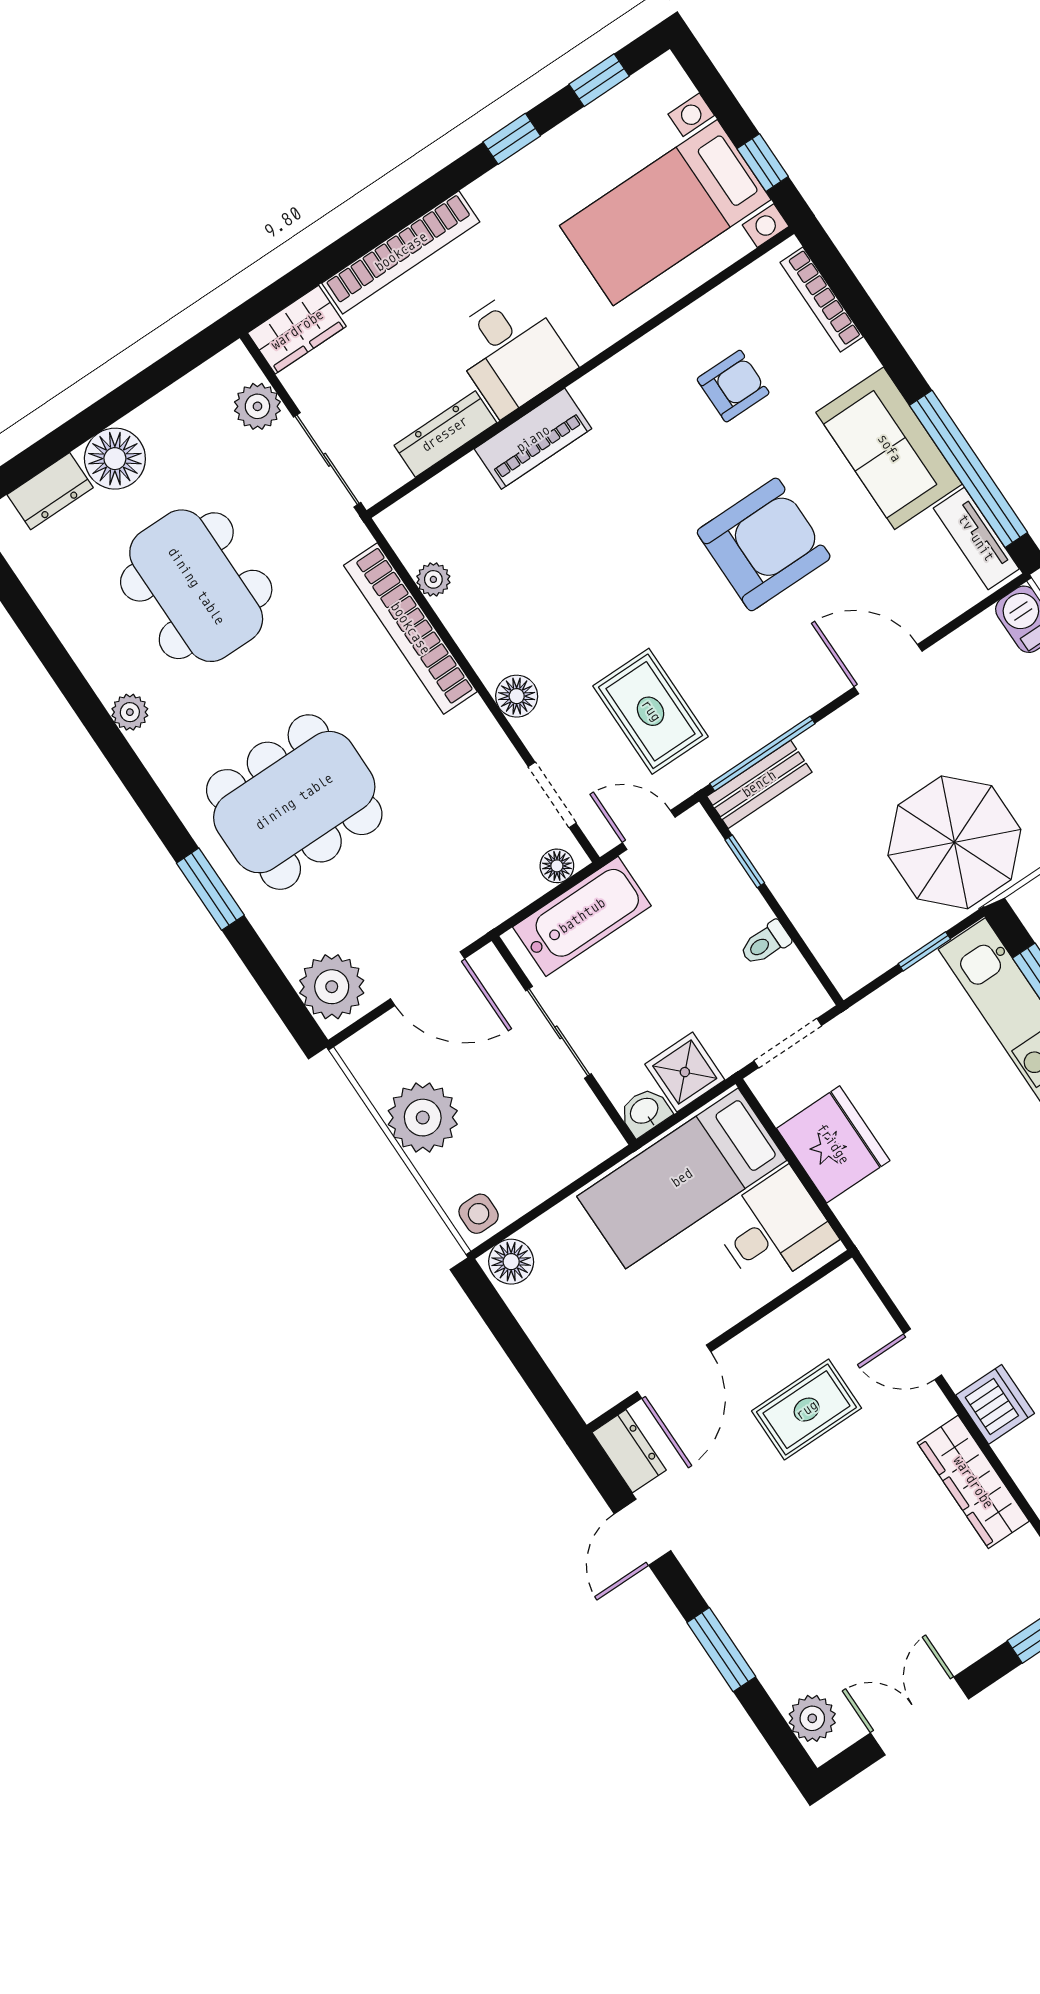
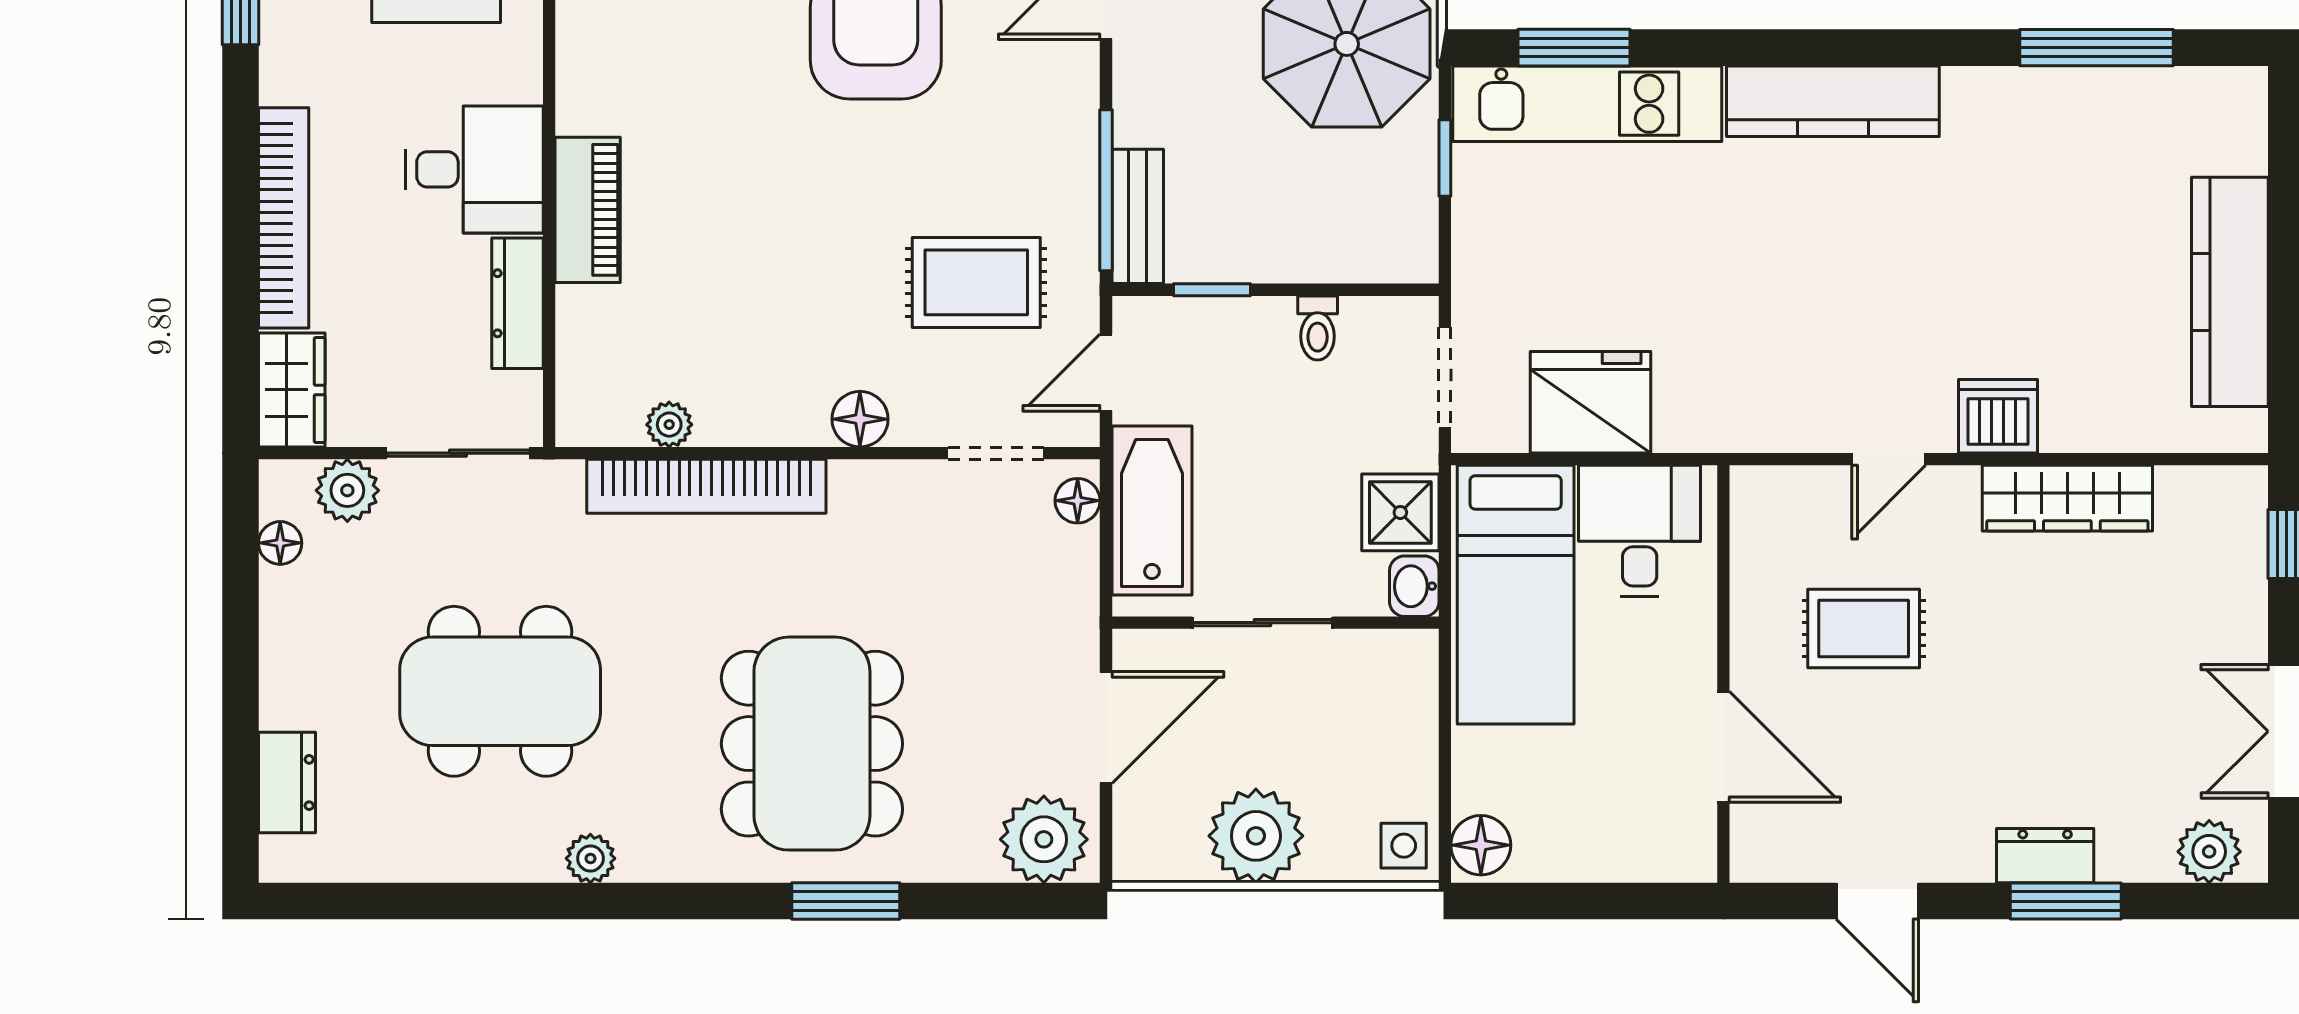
floor lamp: (115, 459) -> (280, 543), moved, width x0.53, depth x0.53
rug: (807, 1410) -> (1864, 629), turned 90
dresser: (629, 1451) -> (2045, 856), moved

